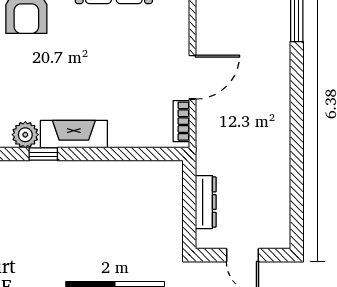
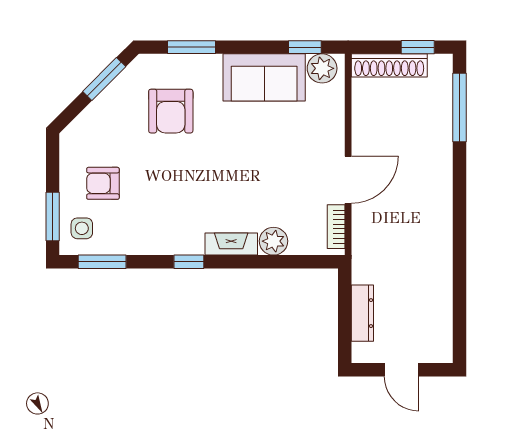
fireplace: (74, 134) -> (231, 244), width x0.73, depth x0.76
plant: (25, 135) -> (273, 241), moved

